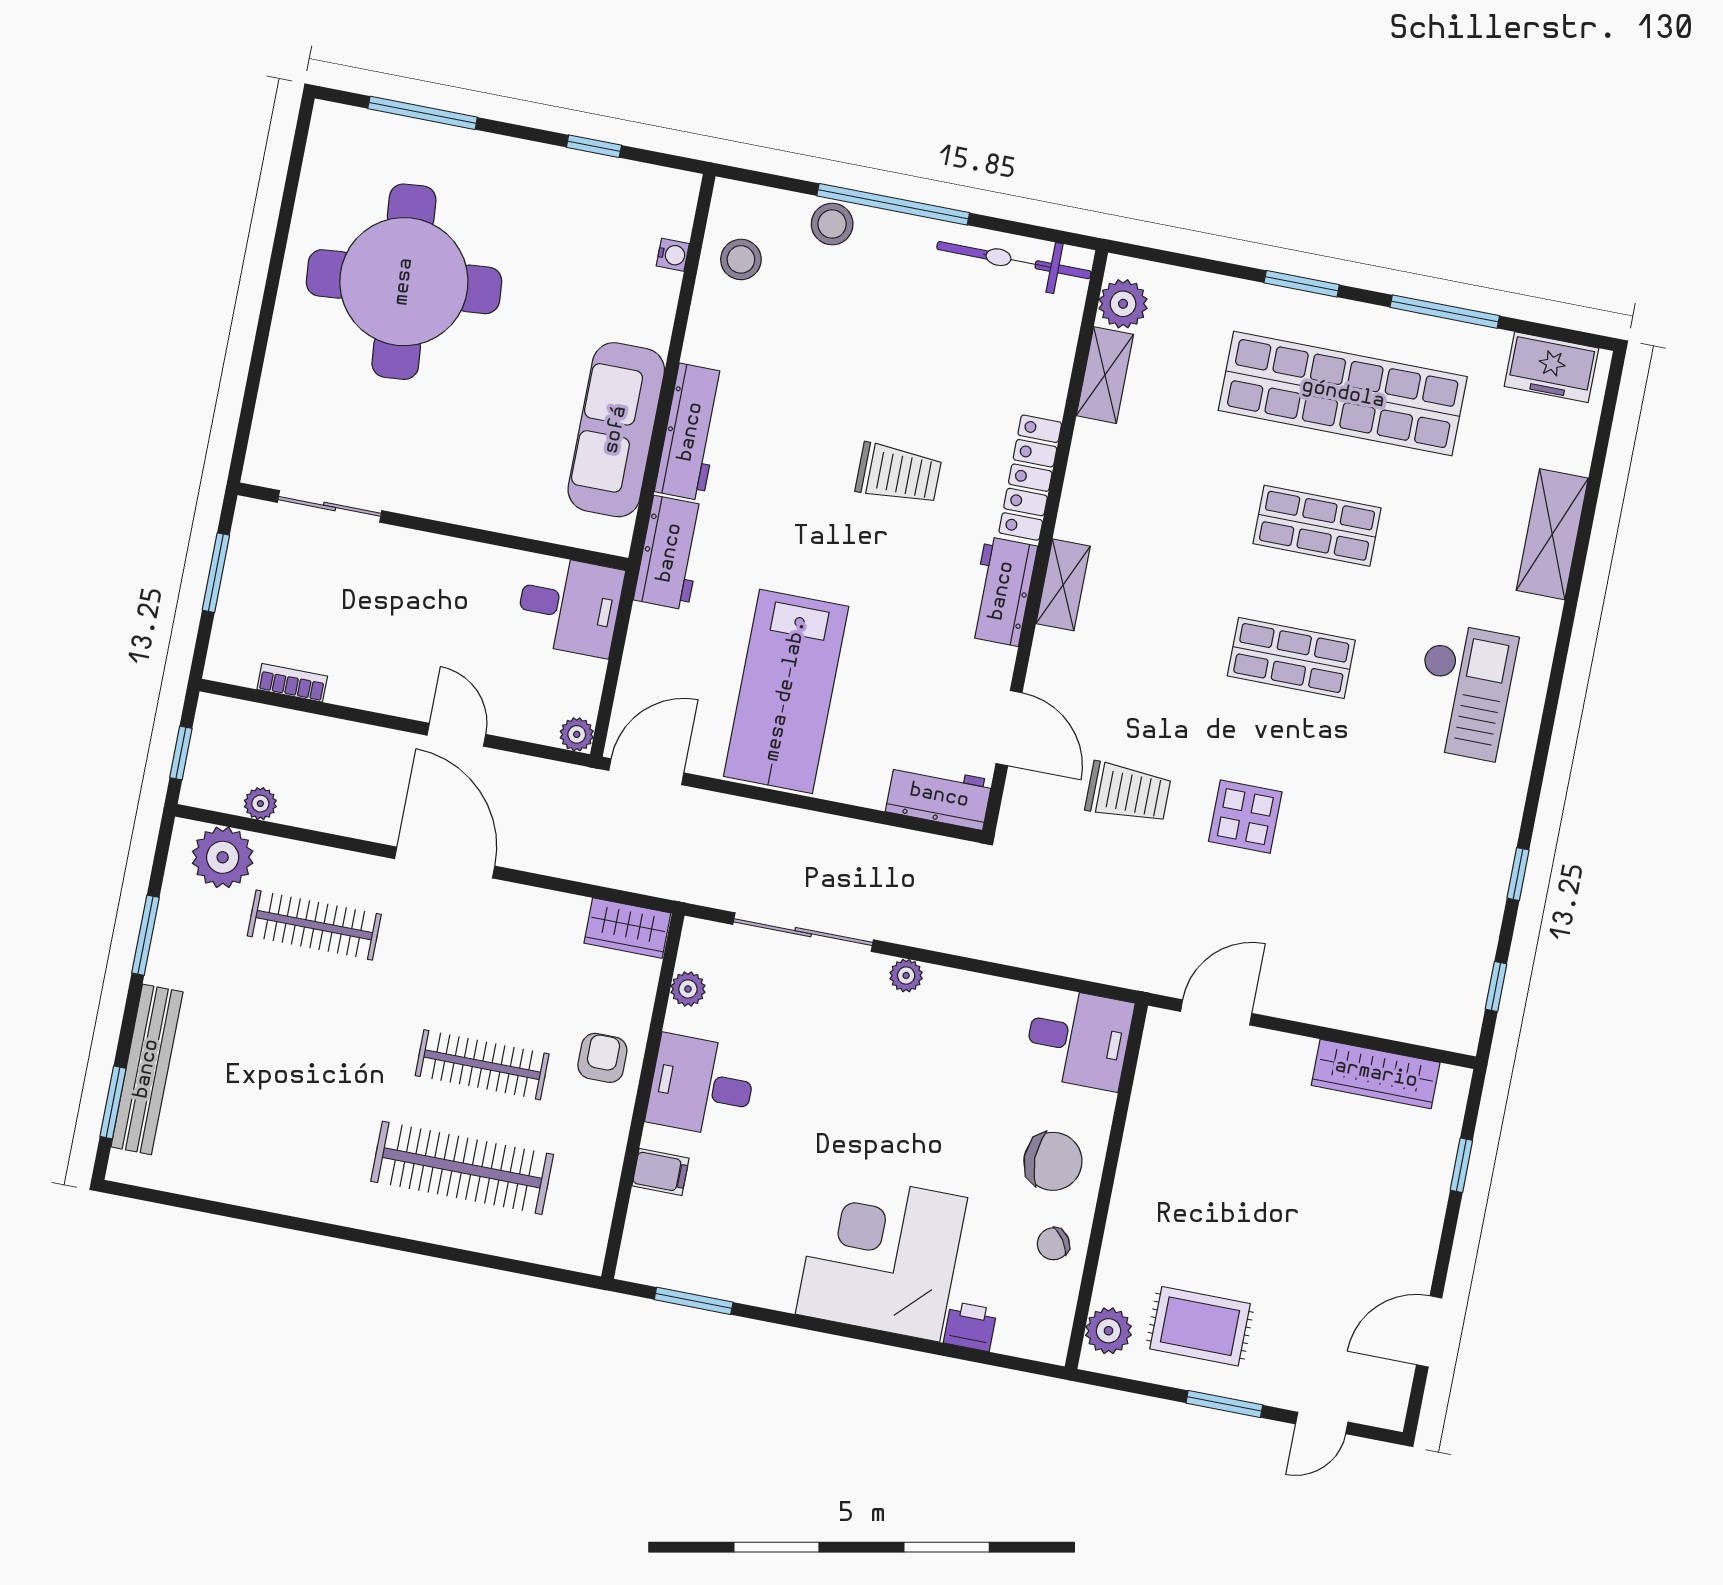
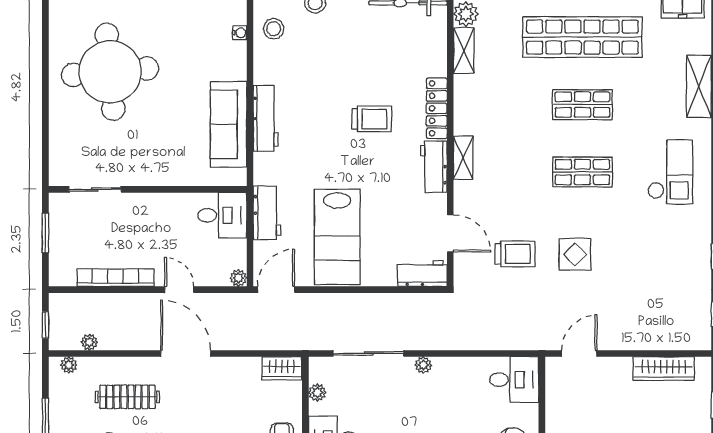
workbench: (670, 553) -> (267, 213), moved
bookcase: (292, 683) -> (115, 278), width x2.31, depth x1.31
plant: (223, 857) -> (69, 365), width x0.53, depth x0.53

